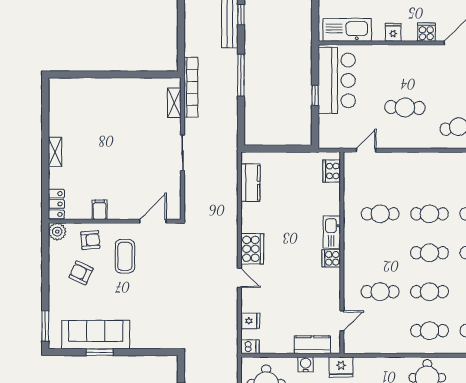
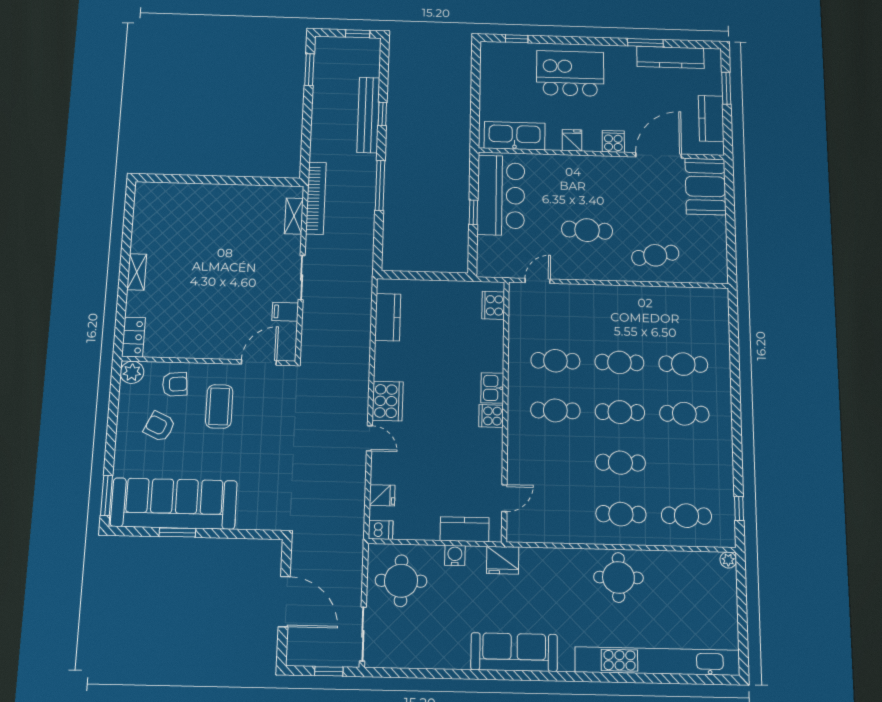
filing cabinet: (100, 210) -> (285, 312), moved, turned -90
kitchen sink: (332, 232) -> (492, 388), width x0.73
cafe table: (380, 292) -> (555, 410), moved
sofa: (96, 335) -> (174, 504), width x1.36, depth x1.27

